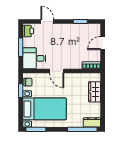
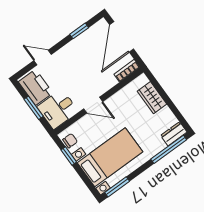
printer: (28, 31) -> (36, 87), width x1.87, depth x1.48
door: (103, 43) -> (122, 37), width x1.88

